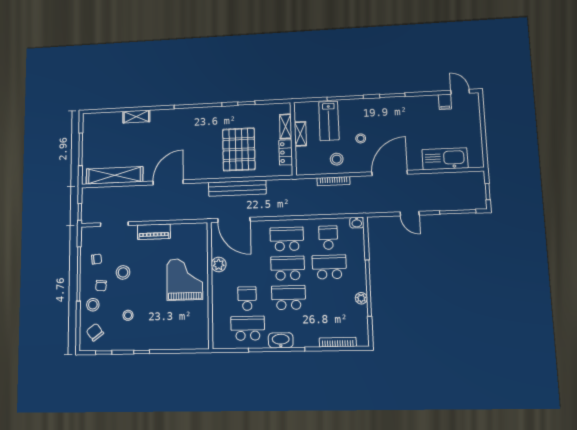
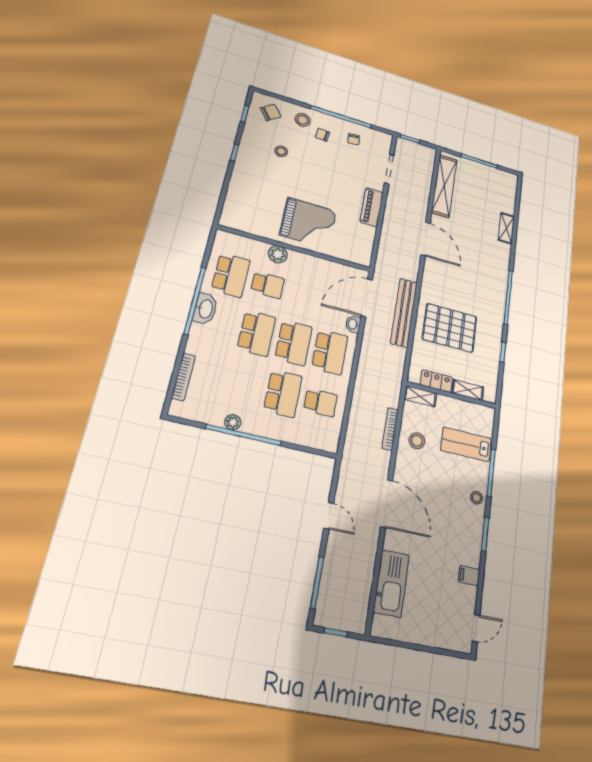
filing cabinet: (445, 102) -> (469, 576), moved
shelving: (300, 134) -> (420, 396), moved
stool: (361, 138) -> (477, 498), moved
door: (410, 214) -> (329, 516), swing flipped
washbasin: (357, 223) -> (353, 324), moved
plant: (219, 264) -> (278, 254), moved
stool: (123, 272) -> (332, 161), removed

